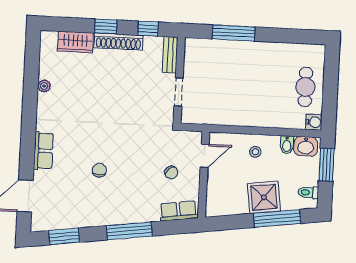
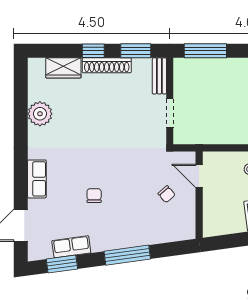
window: (148, 29) -> (136, 51), width x1.50
window: (234, 33) -> (205, 51), moved
plant: (44, 86) -> (40, 114), width x1.88, depth x1.88
door: (205, 156) -> (199, 176), swing flipped
row of seats: (179, 211) -> (71, 247), moved

